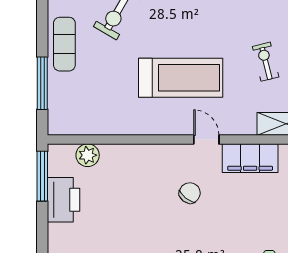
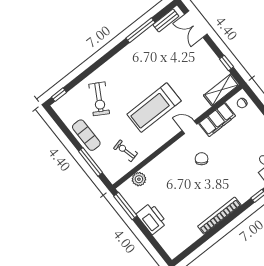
exercise bike: (266, 62) -> (126, 151), moved
treadmill: (181, 78) -> (154, 108), turned 180
printer: (64, 200) -> (152, 219), moved

